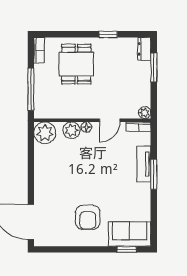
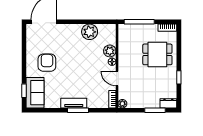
plant: (45, 133) -> (90, 32), moved
tv unit: (144, 164) -> (74, 103), moved
armchair: (88, 217) -> (47, 63), turned 90

